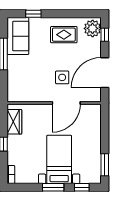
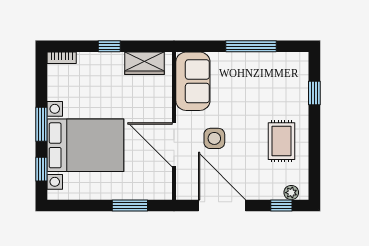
plant: (93, 28) -> (291, 193), width x0.53, depth x0.53
sofa: (18, 36) -> (193, 81), moved, turned -90
bed with nightstands: (59, 159) -> (85, 145), width x1.36
window: (105, 165) -> (130, 205), moved

